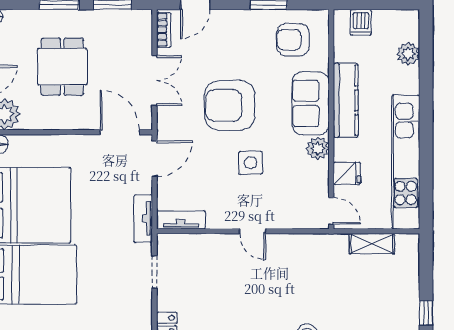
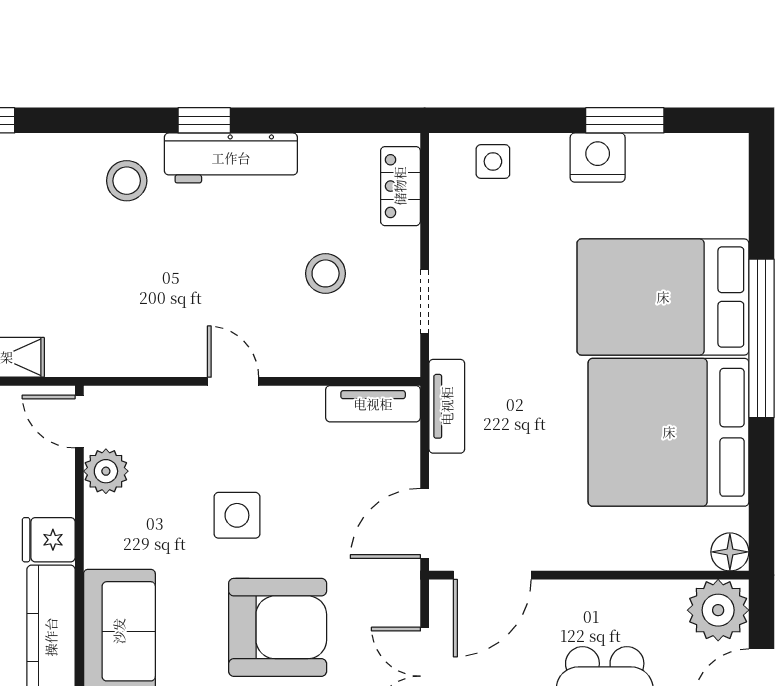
door: (120, 132) -> (492, 575), hinge flipped
plant: (318, 148) -> (106, 471), moved
fridge: (347, 173) -> (49, 540), moved
stool: (205, 287) -> (326, 273), added

